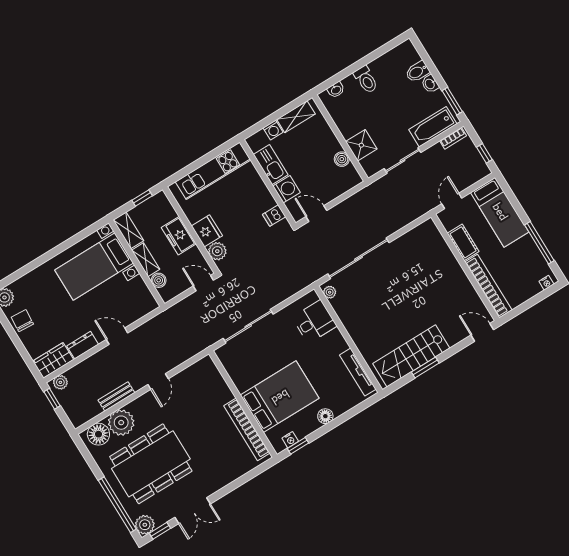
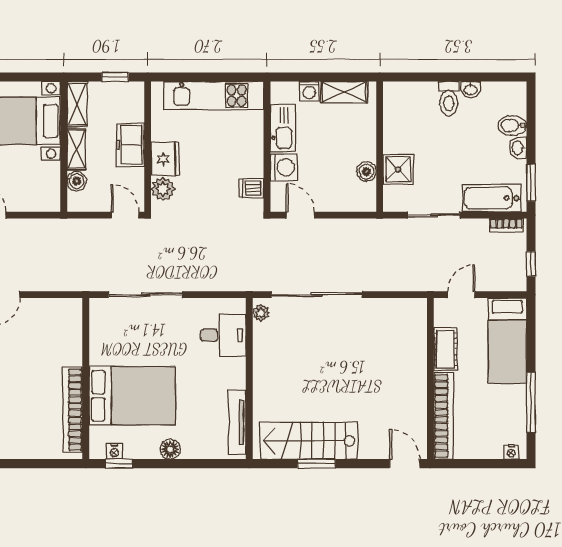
washbasin: (336, 90) -> (471, 89), moved

